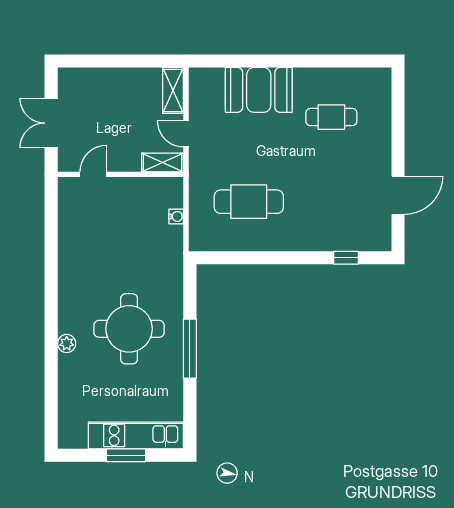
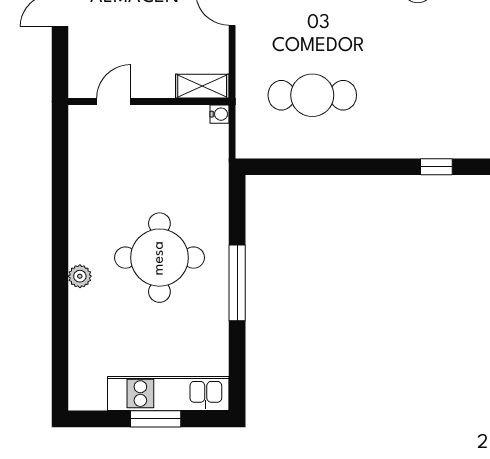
shelving: (163, 162) -> (202, 86), moved
door: (93, 174) -> (114, 102), moved
wall: (120, 174) -> (149, 102), moved

